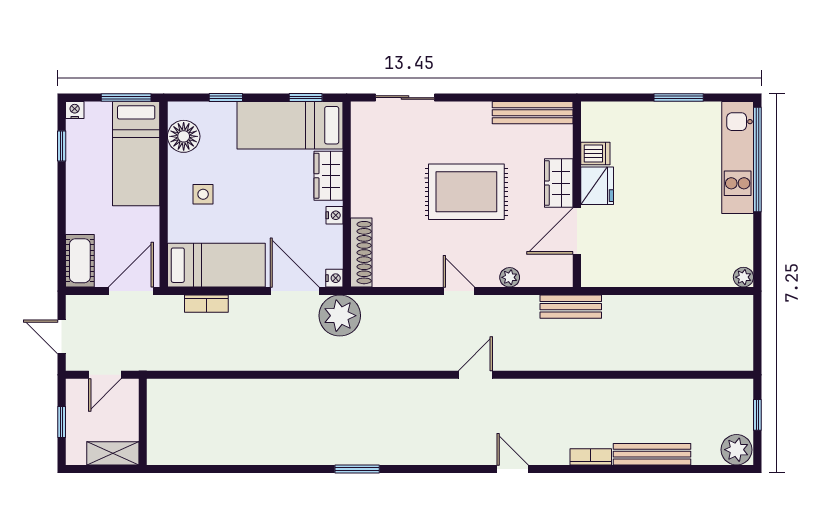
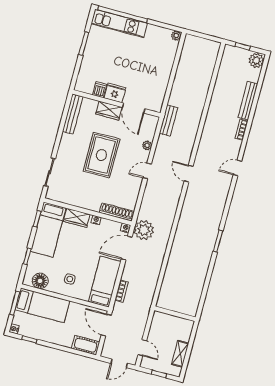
wall: (143, 422) -> (175, 314), moved

